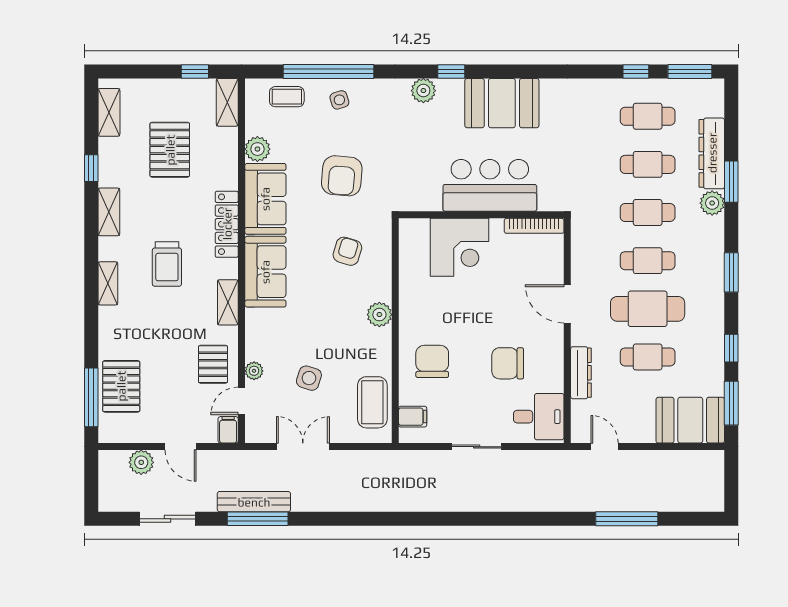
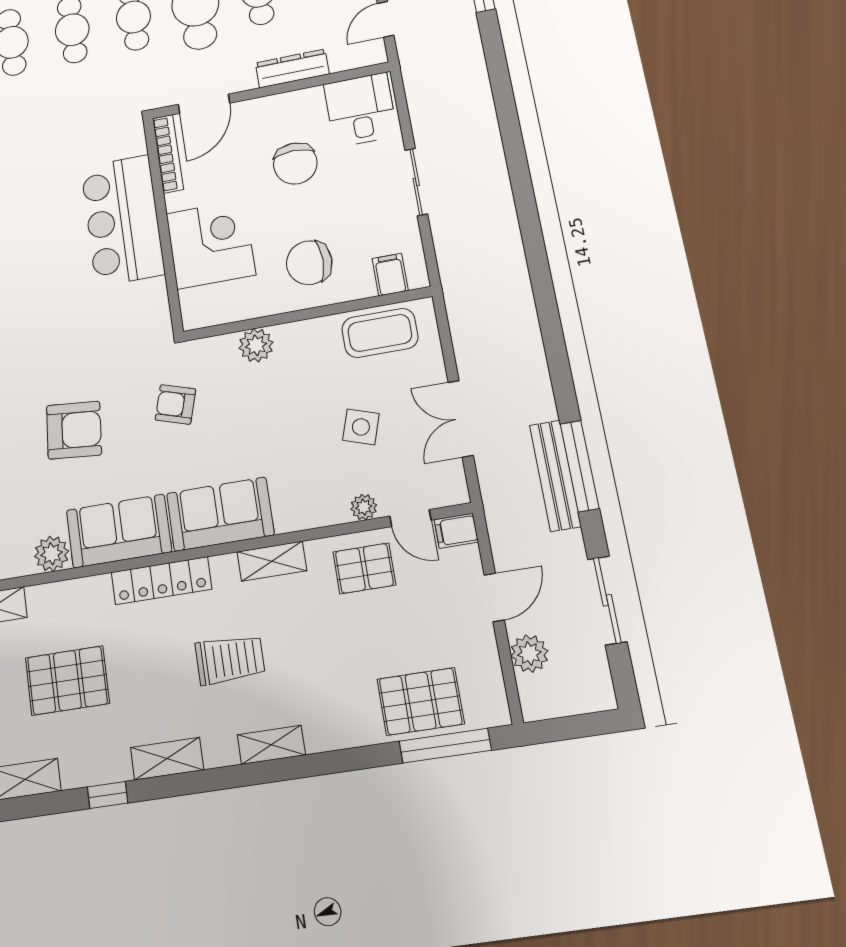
bar counter: (490, 185) -> (122, 220), moved
wall: (481, 215) -> (163, 224), moved
bookcase: (534, 226) -> (168, 154), moved
corner desk: (459, 247) -> (211, 244), moved

